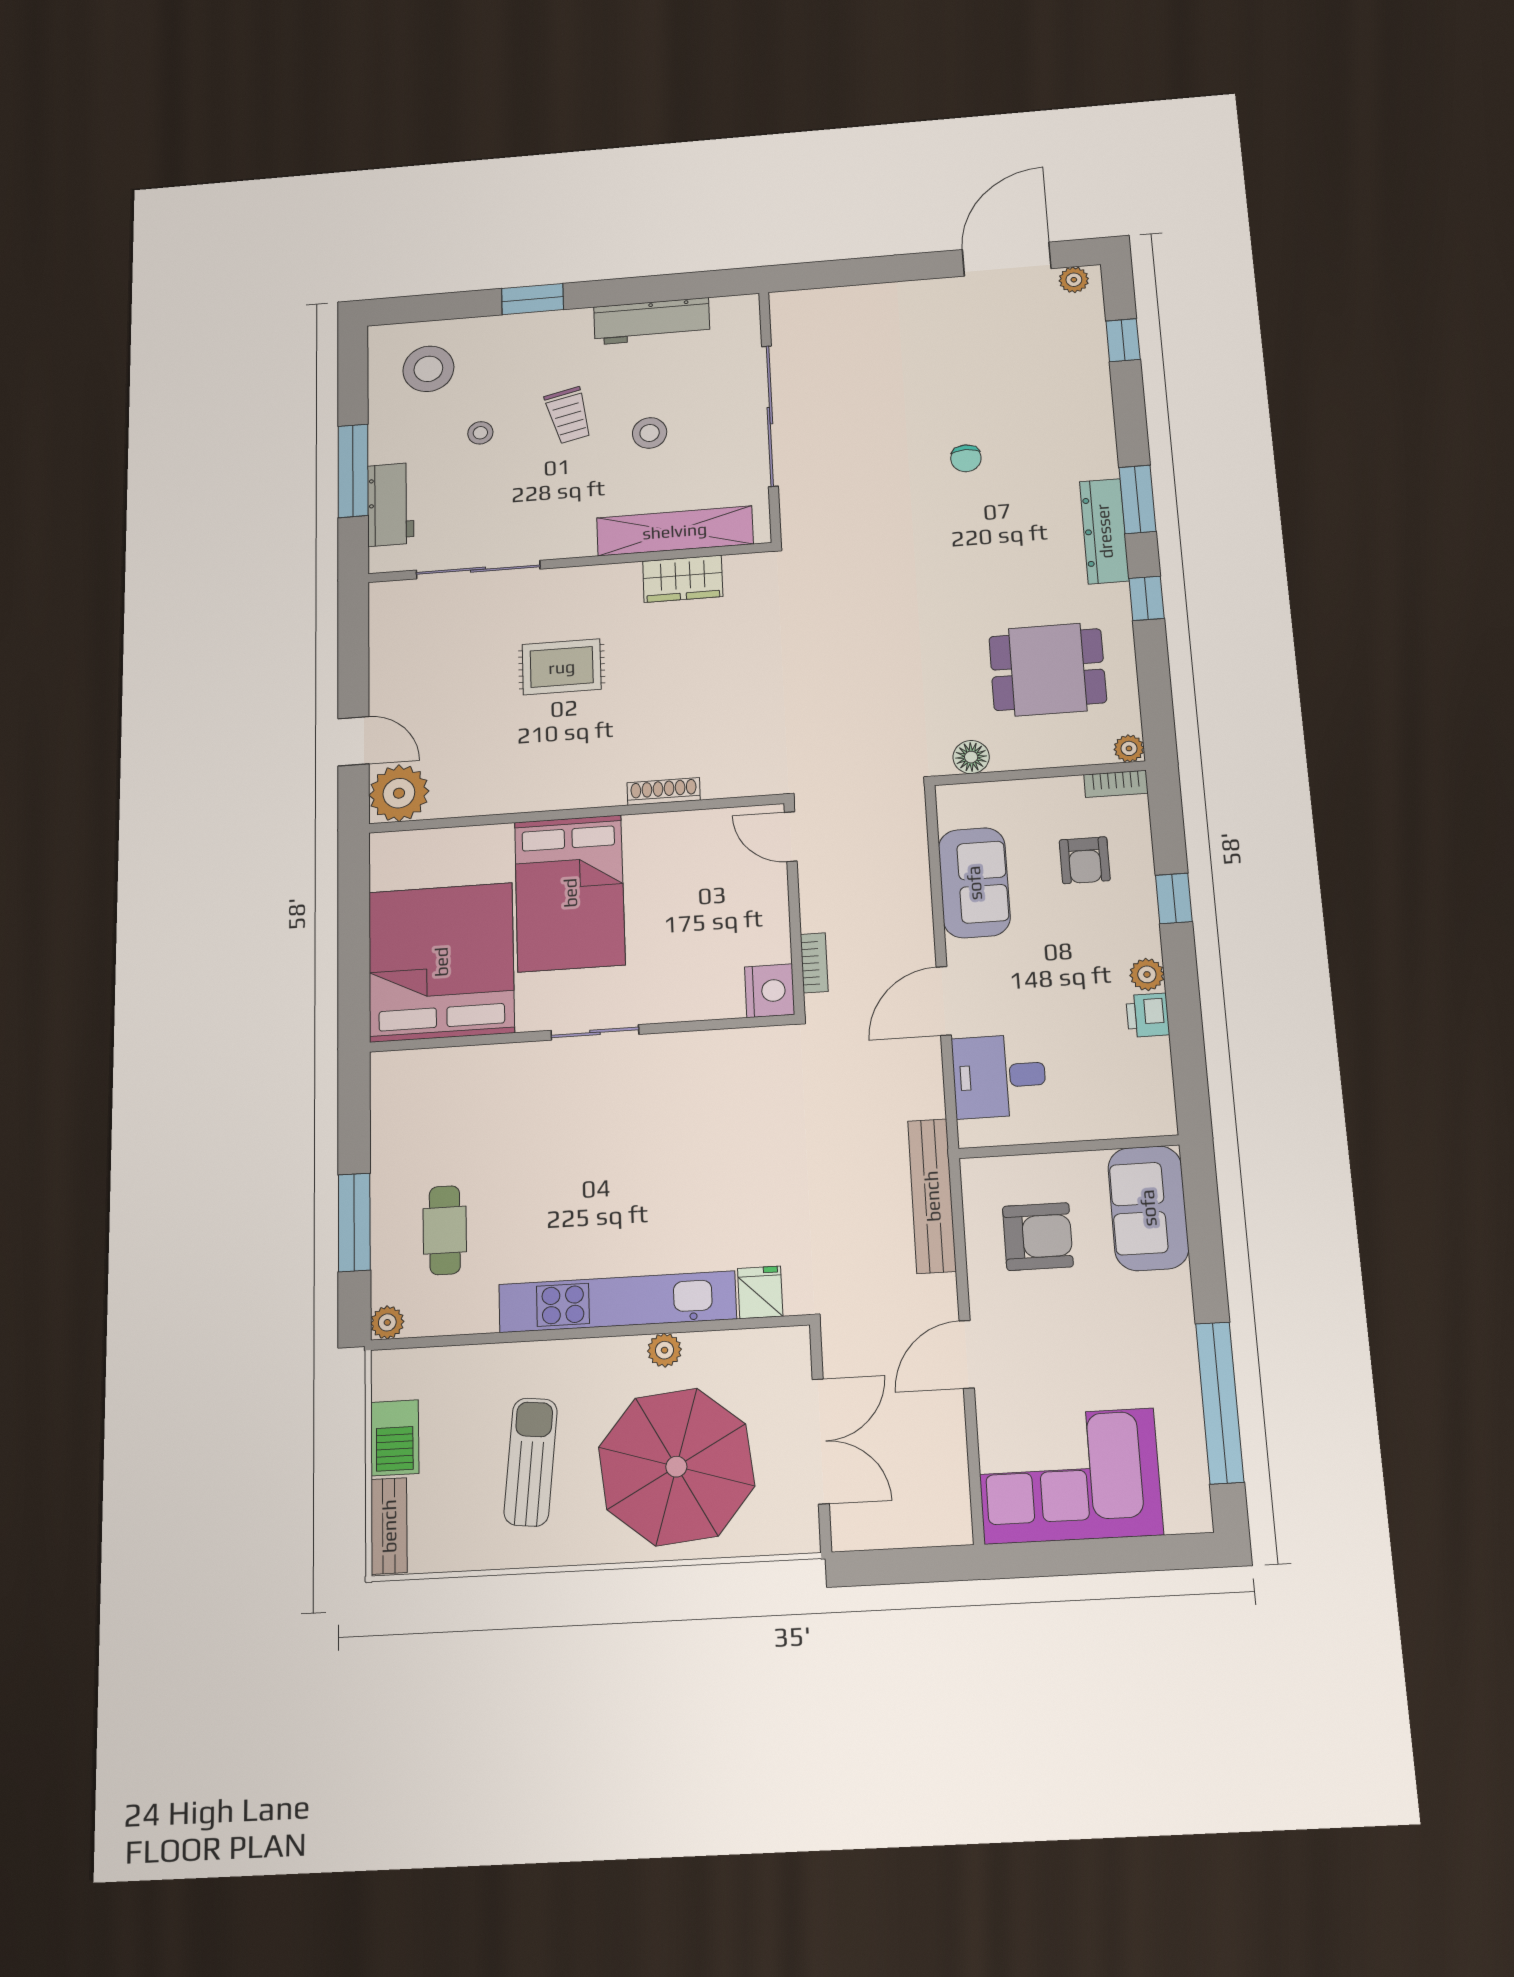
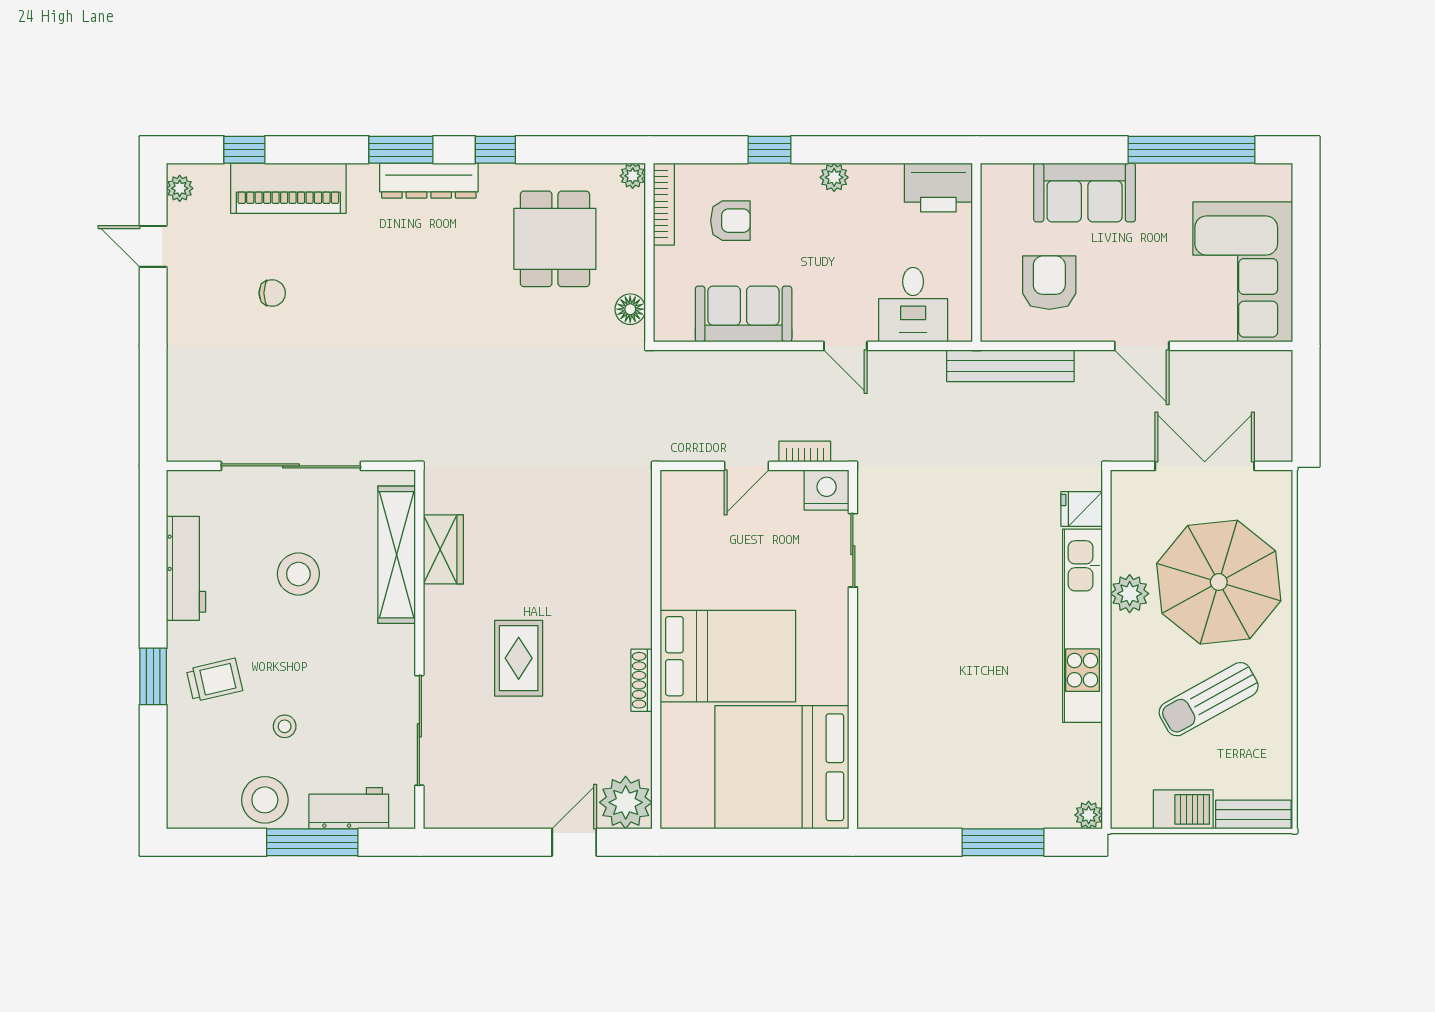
door: (1007, 259) -> (153, 246), width x0.53
stool: (428, 369) -> (265, 800), moved
piano: (1083, 388) -> (288, 188), added
trolley: (568, 415) -> (214, 680), moved
stool: (650, 433) -> (298, 574), width x1.38, depth x1.38
chair: (966, 458) -> (272, 293), moved
bookcase: (1116, 784) -> (664, 204), width x1.56
shoe rack: (664, 791) -> (642, 680), moved
door: (791, 837) -> (747, 466), moved
door: (944, 1001) -> (845, 346), width x0.73
printer: (1148, 1015) -> (938, 188), moved, width x1.87, depth x1.48
sliding door: (595, 1032) -> (853, 550), moved
sofa: (1148, 1208) -> (1085, 193), moved
cafe table: (445, 1230) -> (1014, 767), removed
plant: (665, 1350) -> (1130, 594), width x1.38, depth x1.38
sun lounger: (531, 1462) -> (1209, 699), turned -35

